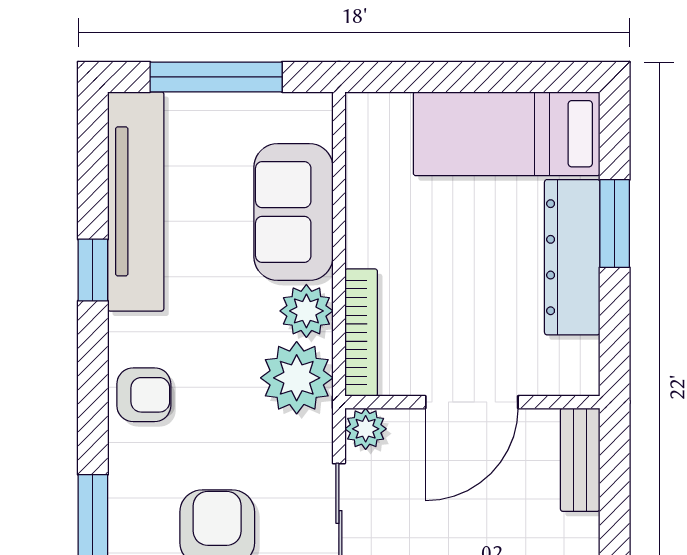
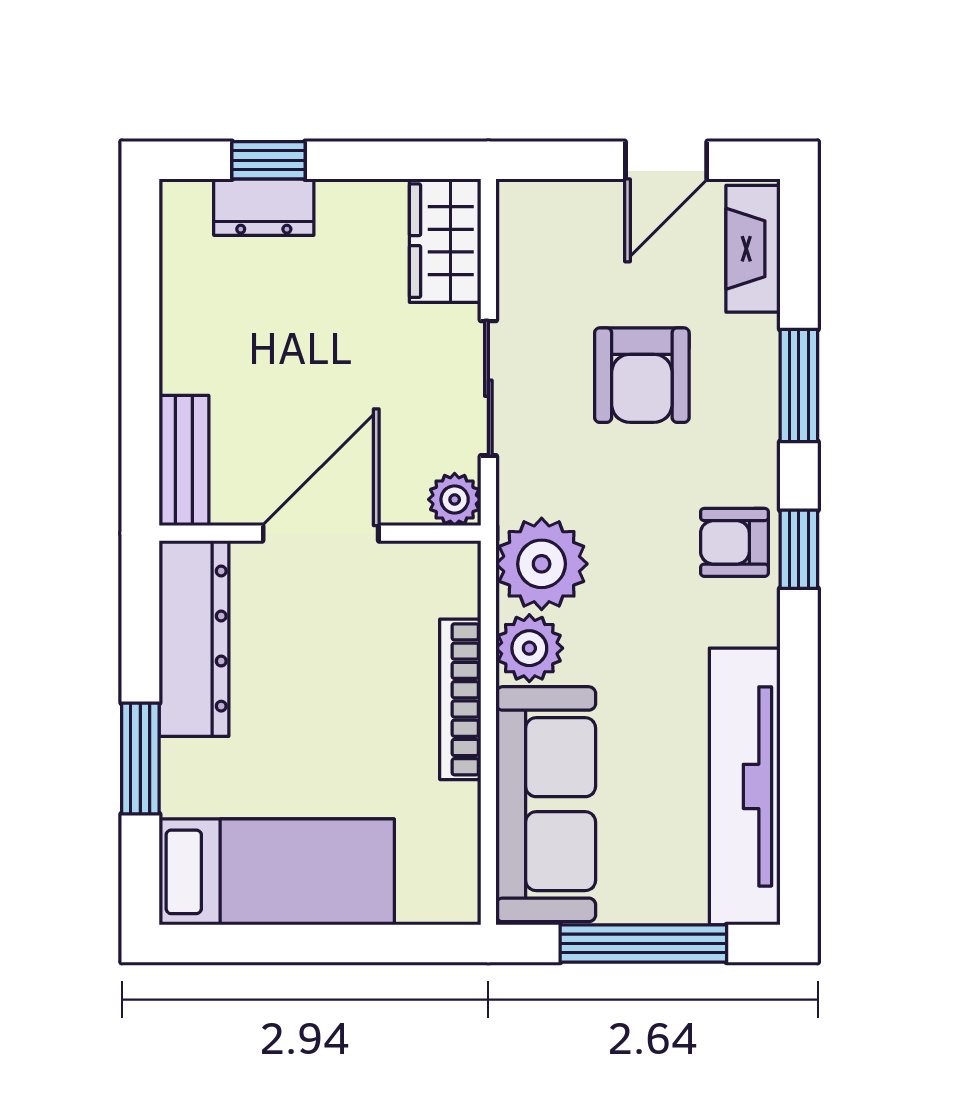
sofa: (293, 212) -> (546, 804), width x1.36
dresser: (572, 257) -> (194, 639), moved
window: (93, 270) -> (799, 549), moved
bookcase: (361, 333) -> (460, 699), moved

